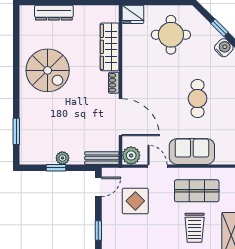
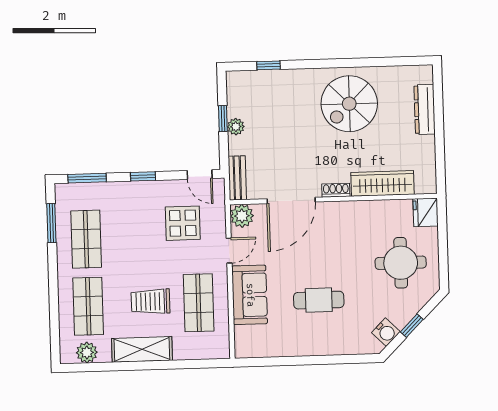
window: (16, 131) -> (269, 65), width x0.67

